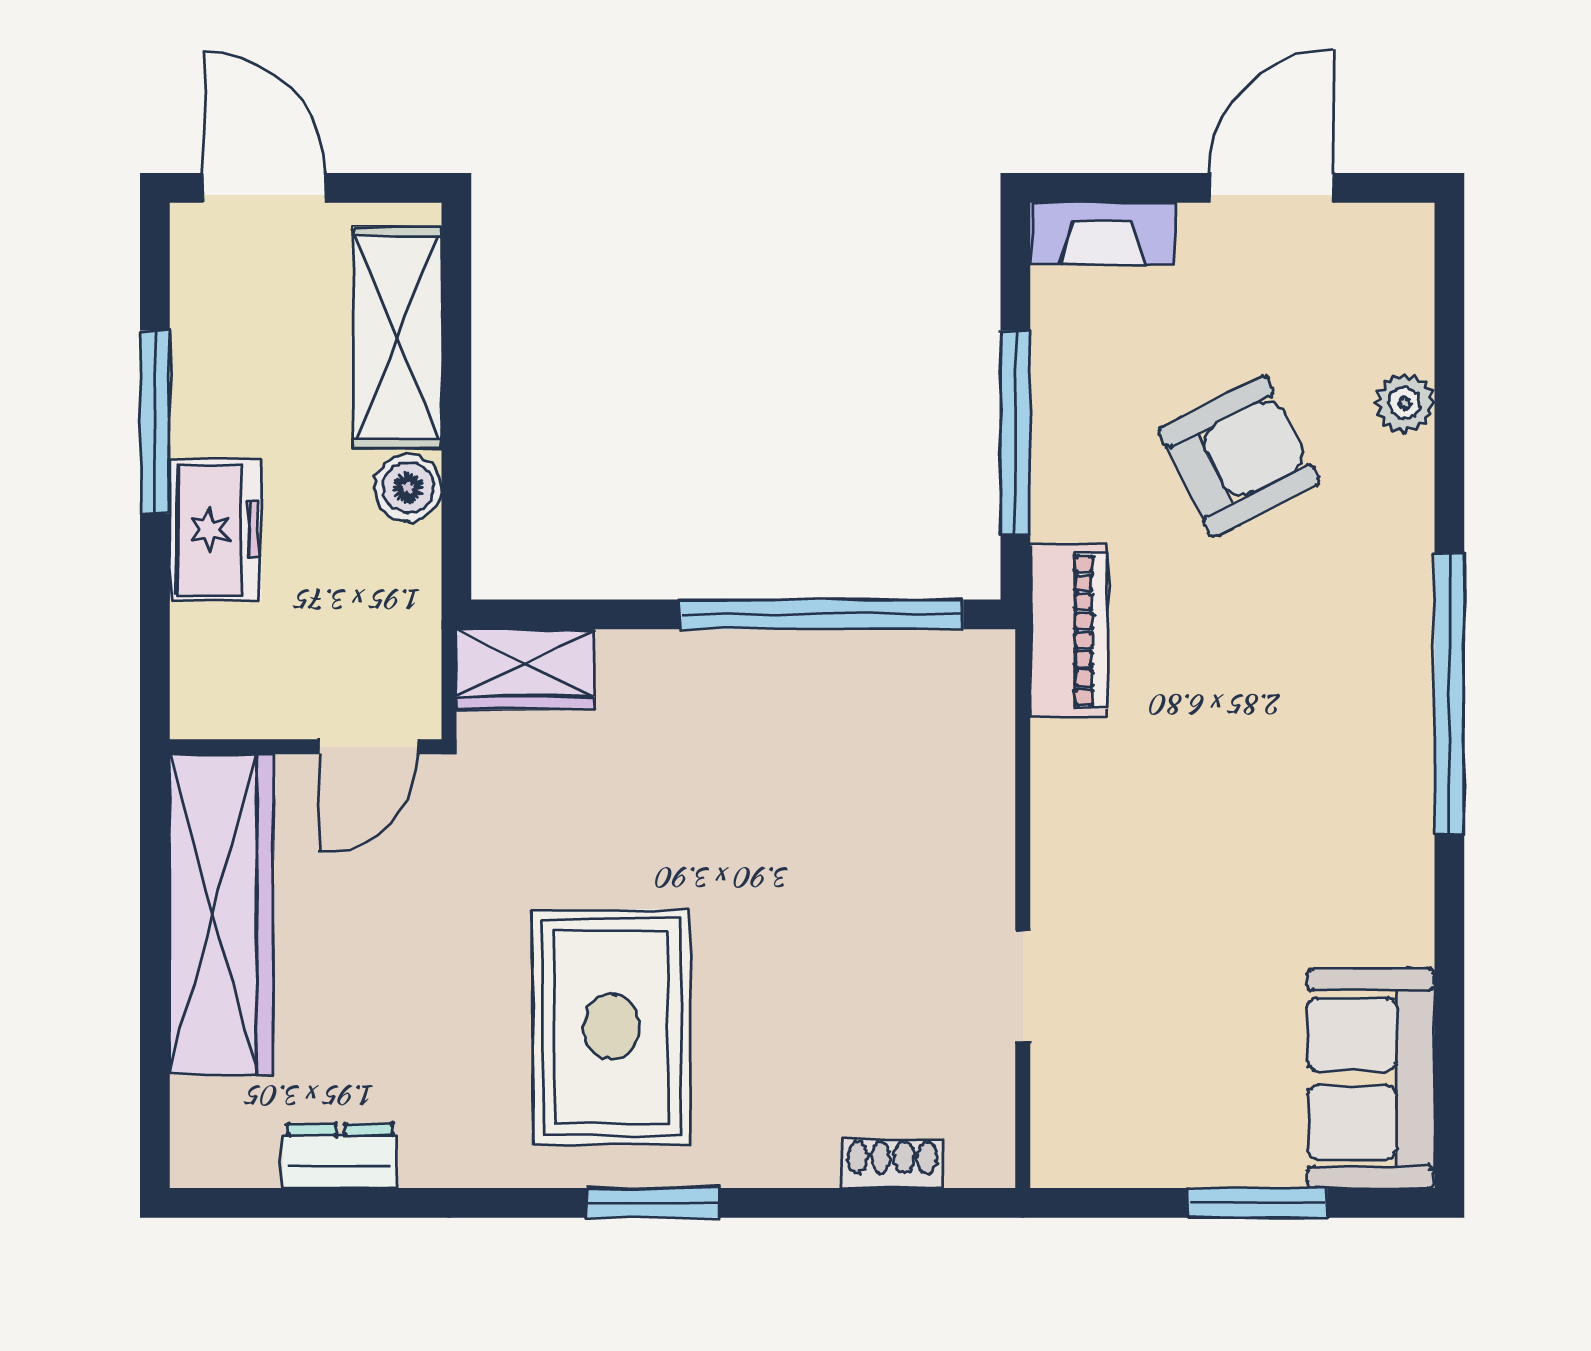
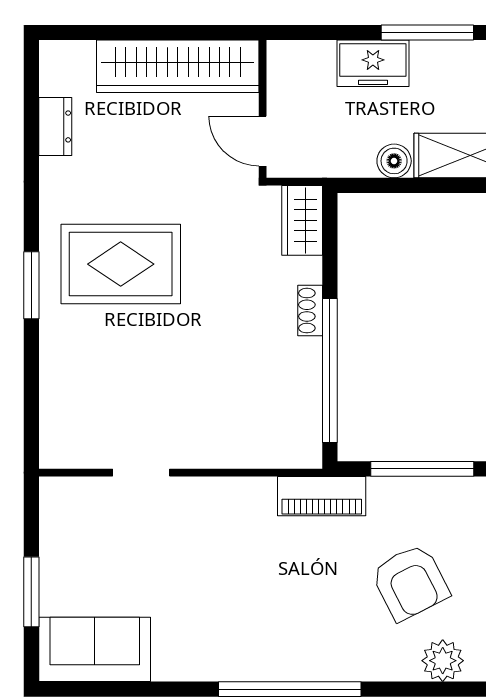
plant: (1405, 403) -> (443, 661), width x1.38, depth x1.38
shoe rack: (892, 1164) -> (310, 311), moved, turned 180

